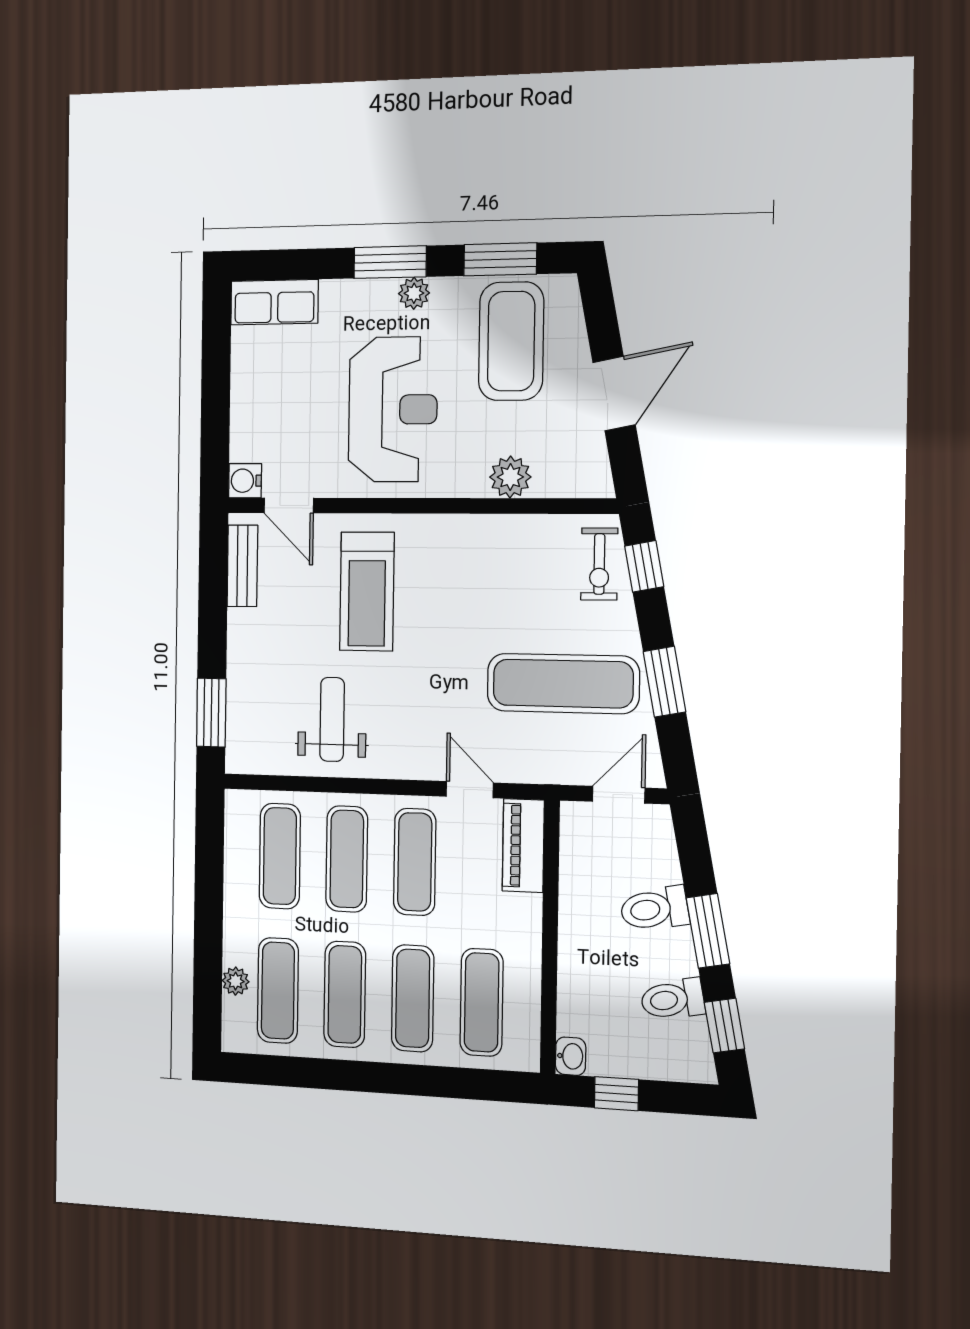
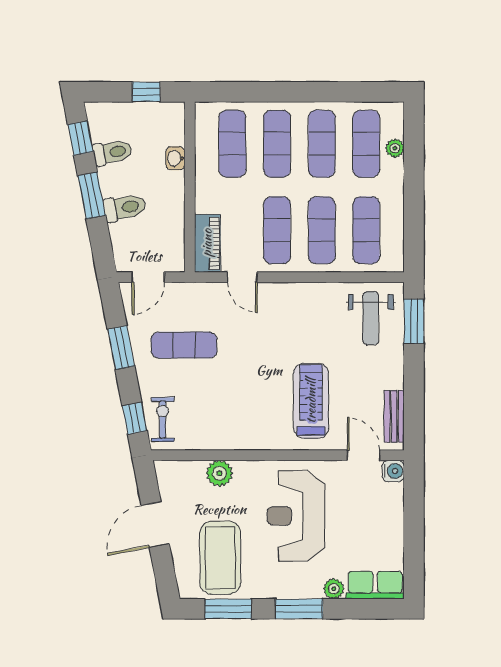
plant: (414, 293) -> (334, 589), moved
exercise mat: (563, 684) -> (184, 345), width x0.73, depth x0.69
weight bench: (332, 719) -> (371, 318), moved
washbasin: (571, 1056) -> (175, 158), moved

